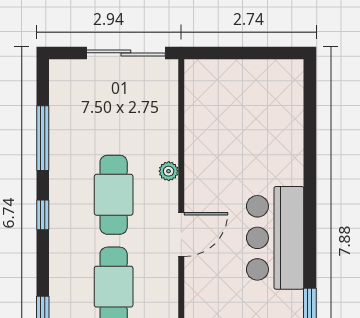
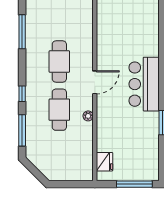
plant: (169, 171) -> (88, 116), moved
window: (43, 215) -> (22, 94), moved

